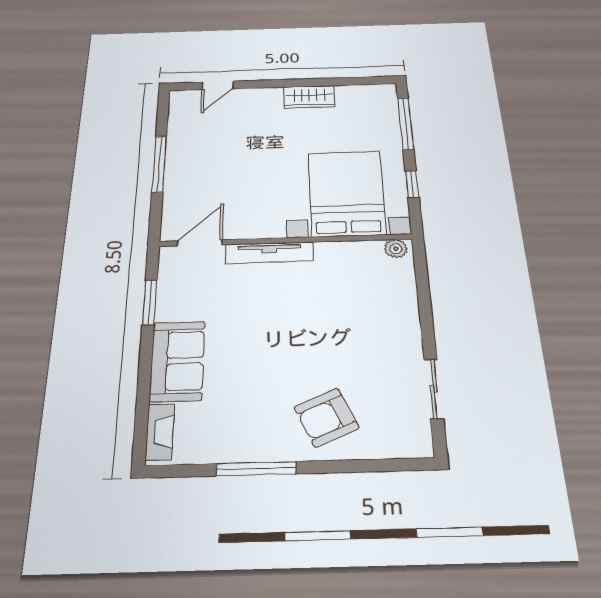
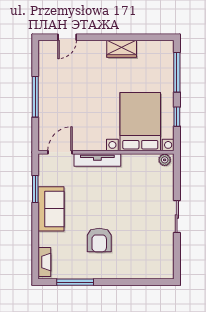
sofa: (177, 361) -> (51, 209), moved
sliding door: (434, 389) -> (177, 216), moved
armchair: (326, 417) -> (99, 240), moved, turned -66
window: (256, 469) -> (75, 282), moved

